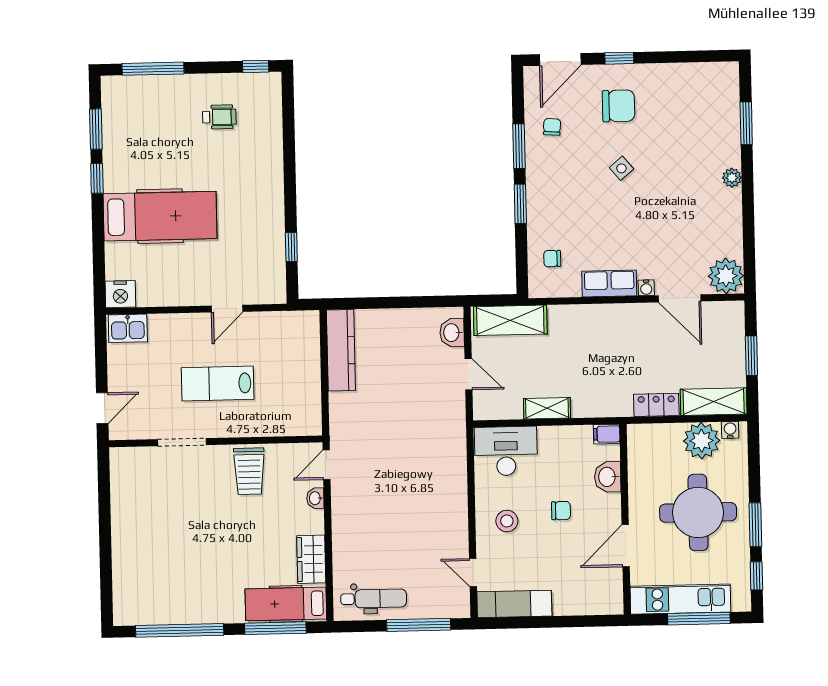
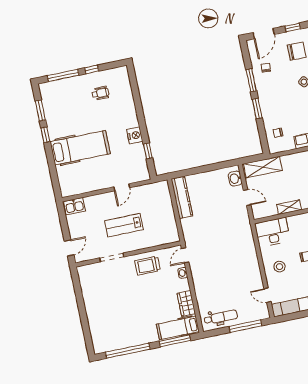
window: (256, 66) -> (92, 69), moved
nightstand: (120, 294) -> (135, 135), moved, turned -90
trolley: (249, 471) -> (148, 266), turned 90

